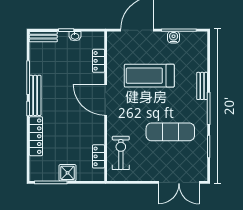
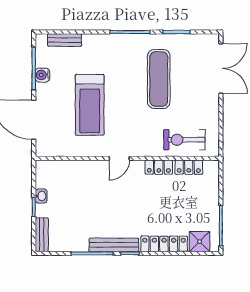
locker: (99, 61) -> (159, 167), moved
bench: (202, 86) -> (64, 40), moved
door: (106, 100) -> (119, 158), width x0.53
shower: (68, 173) -> (200, 242), moved

